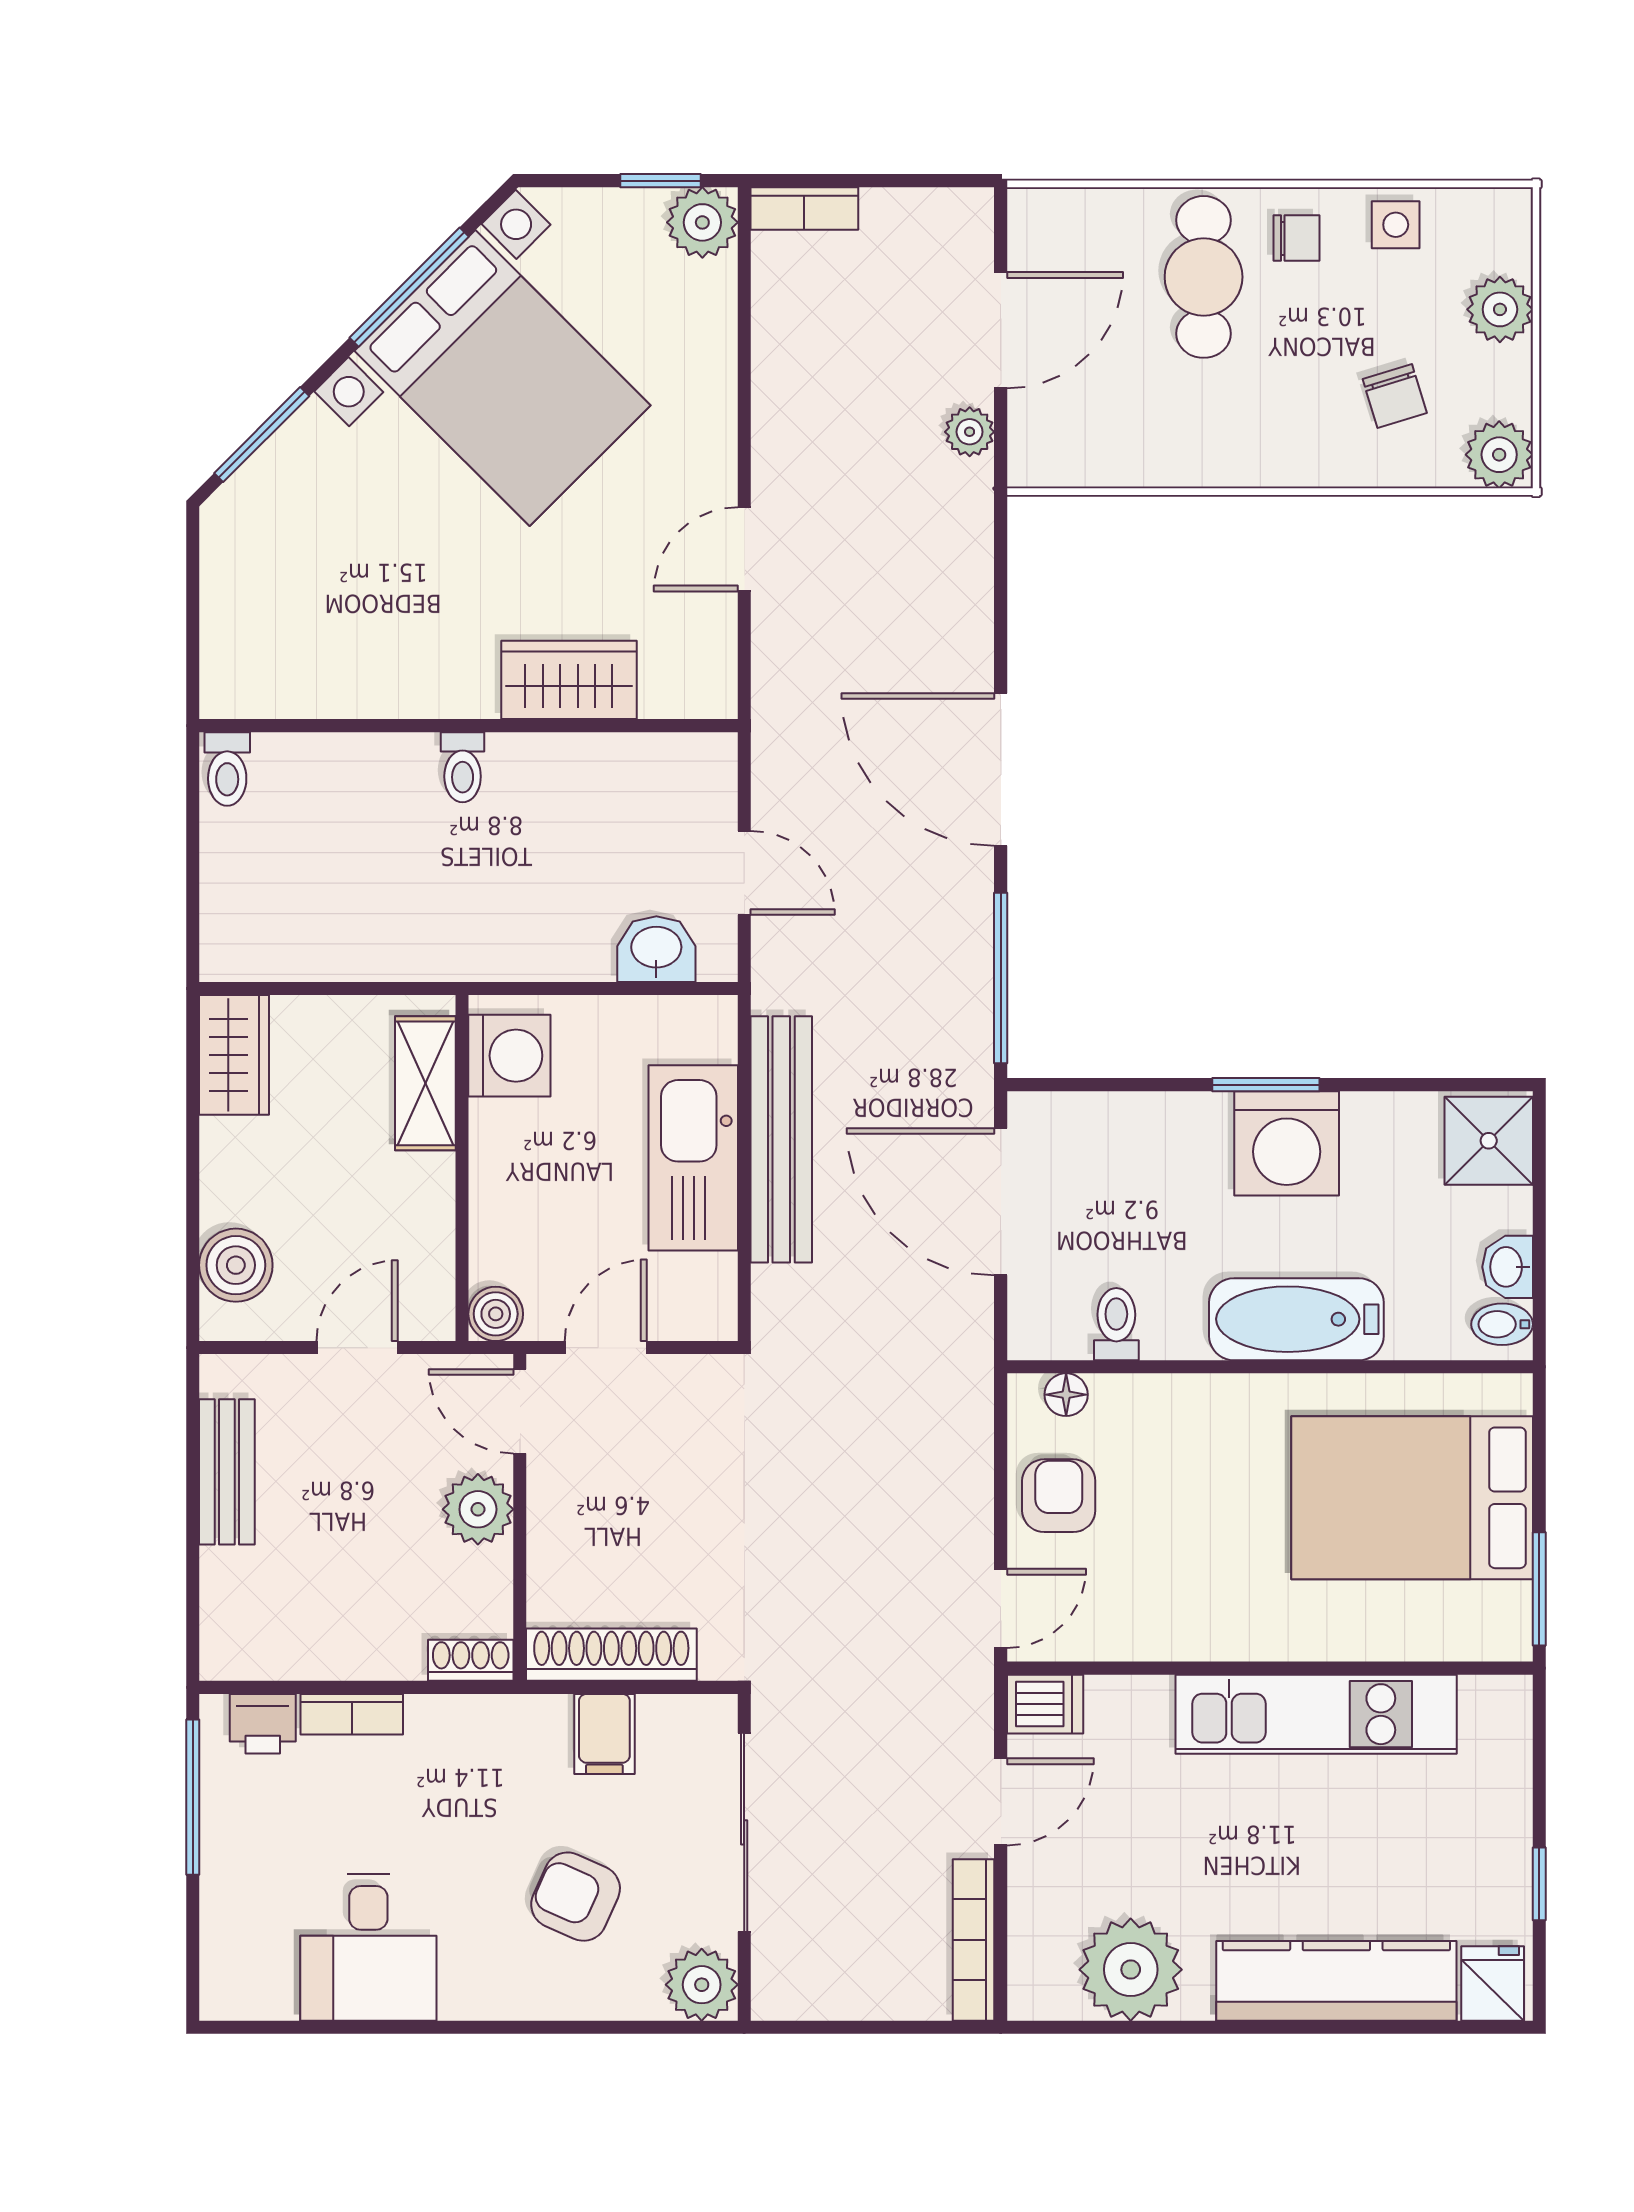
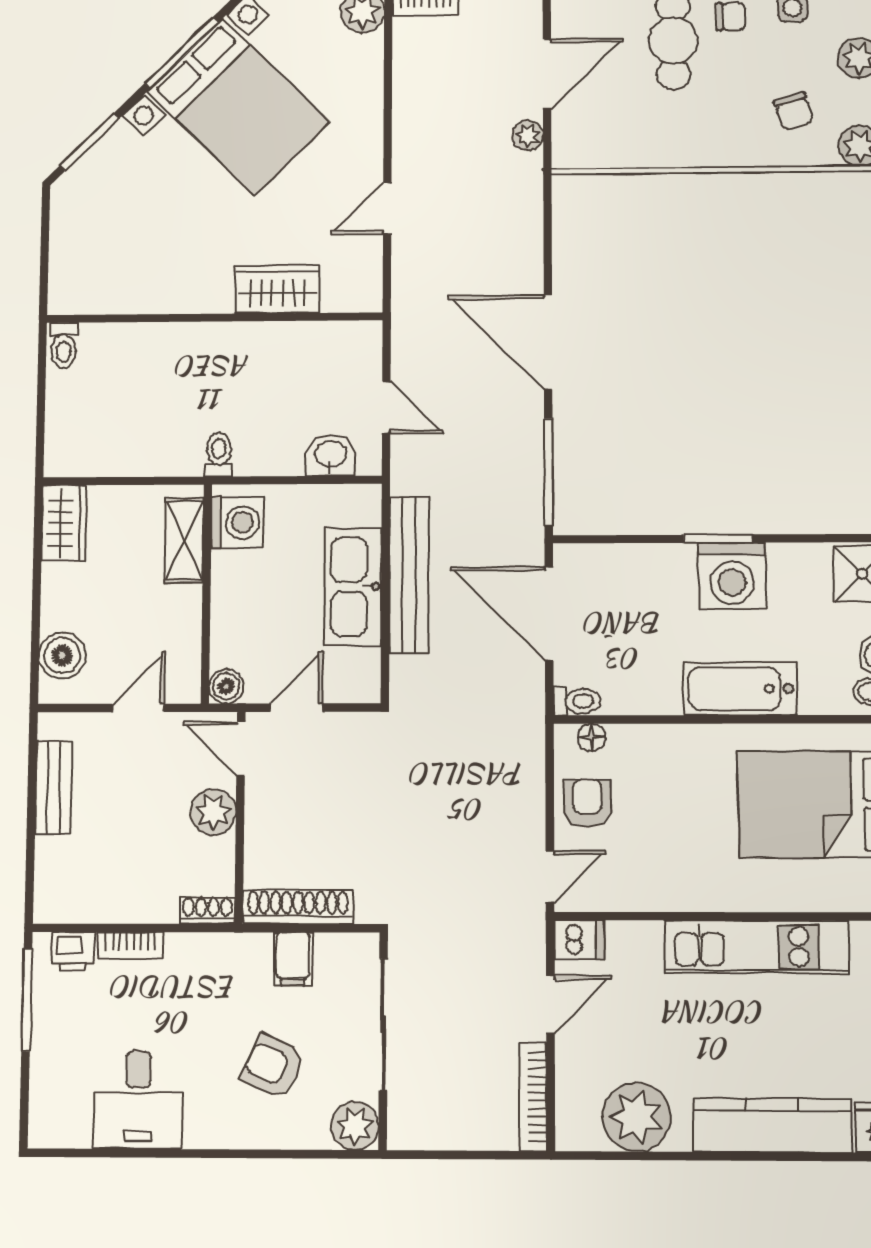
toilet: (463, 767) -> (219, 455), moved, turned 180
toilet: (1116, 1324) -> (577, 701), moved, turned 90

